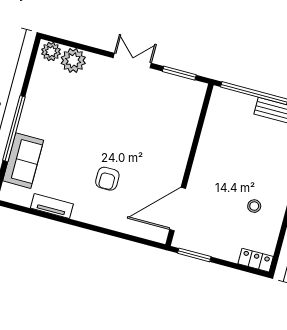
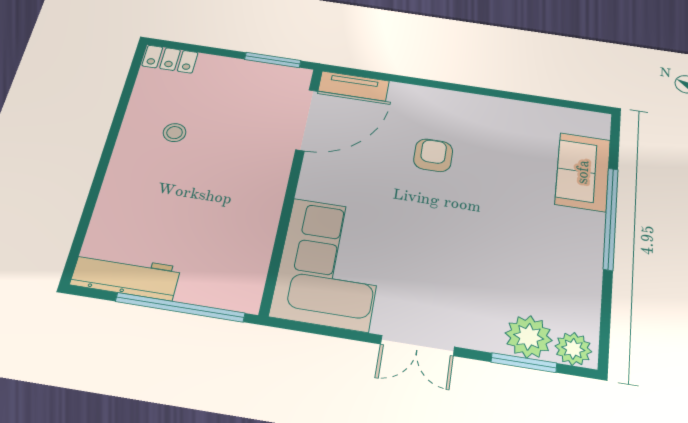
window: (179, 73) -> (524, 363), moved
corner sofa: (173, 113) -> (330, 264), added
tv unit: (52, 206) -> (354, 86), moved

